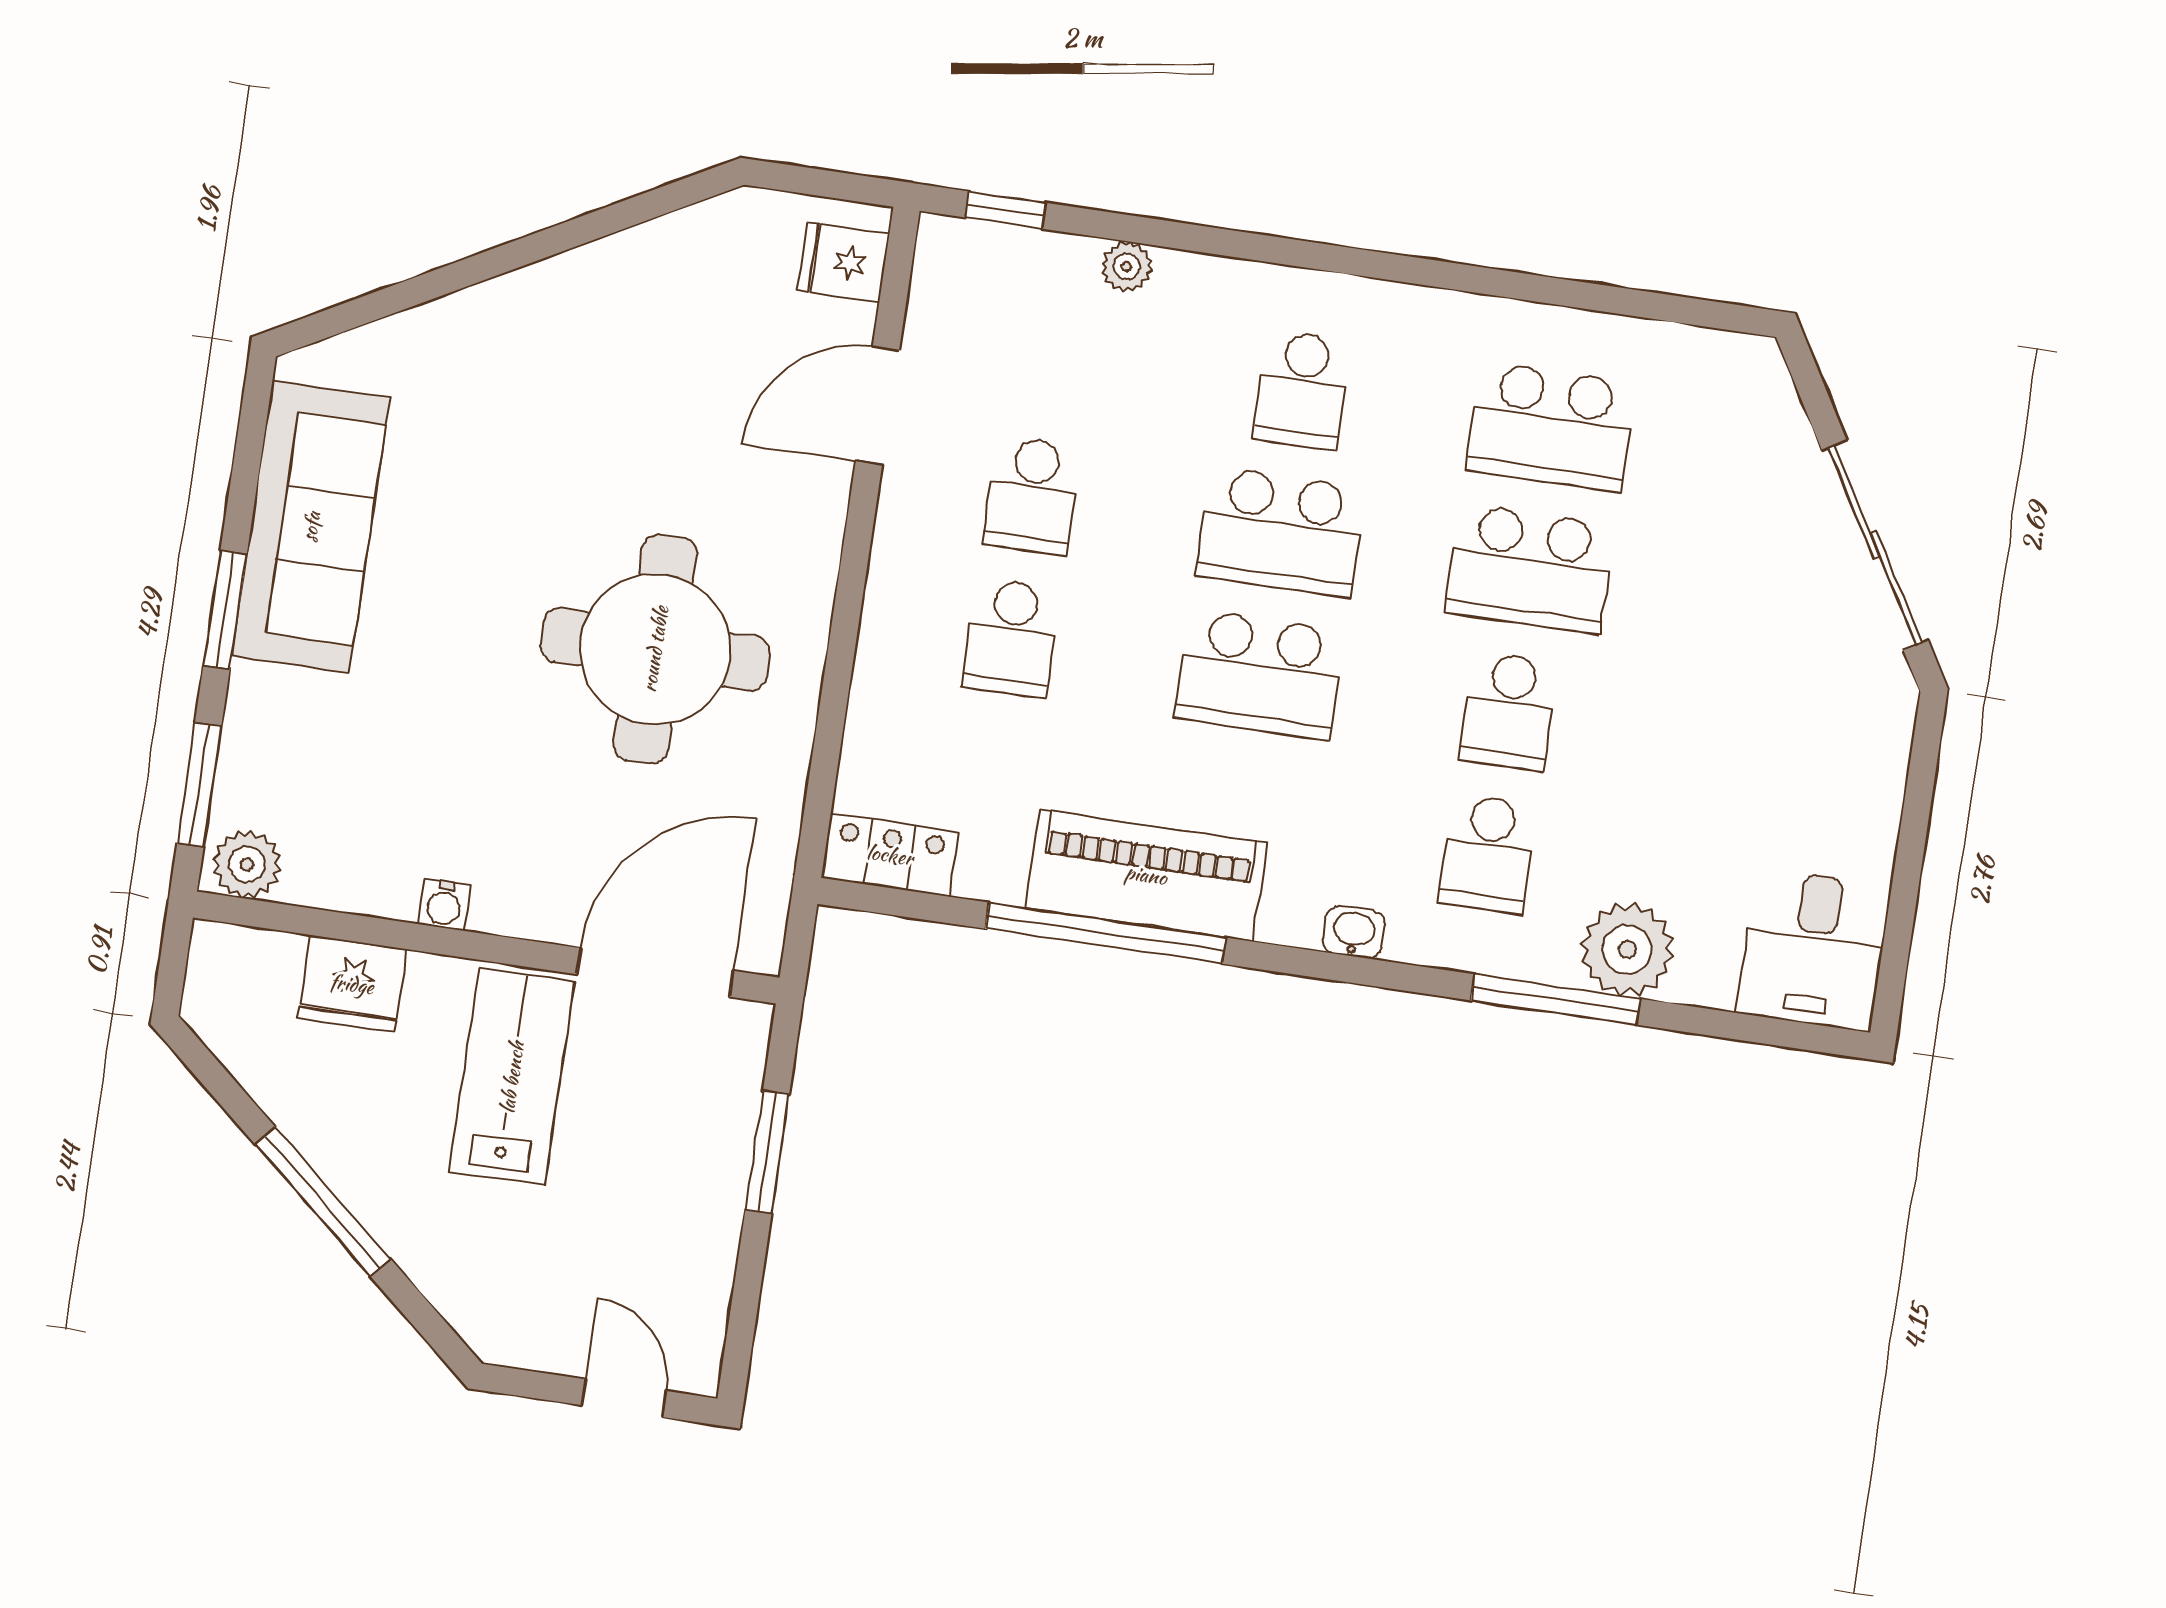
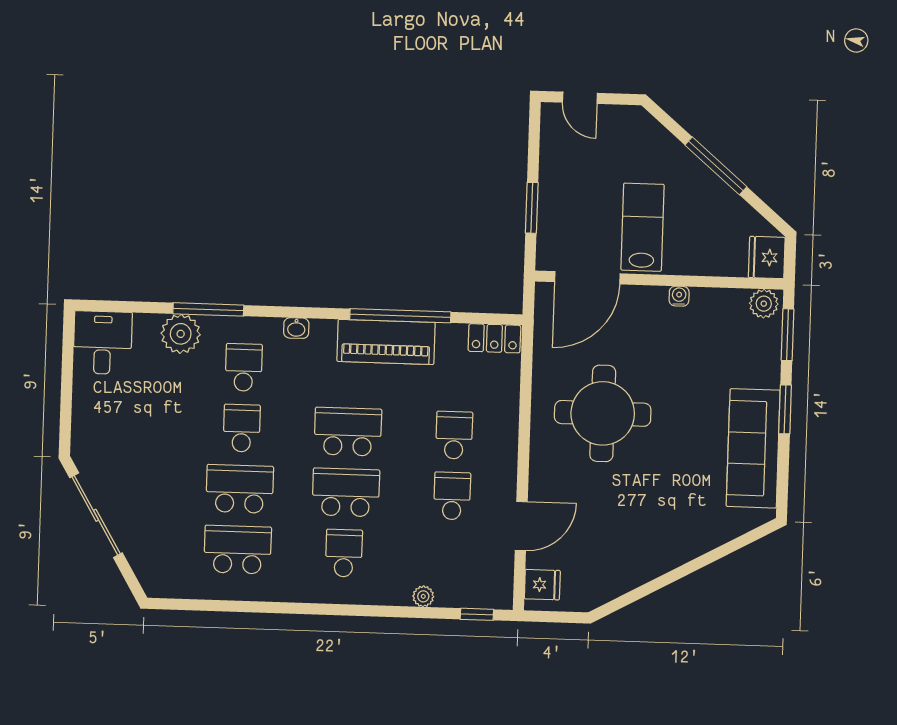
fridge: (352, 984) -> (767, 257), moved, turned -90
lab bench: (512, 1077) -> (642, 227), turned 180

